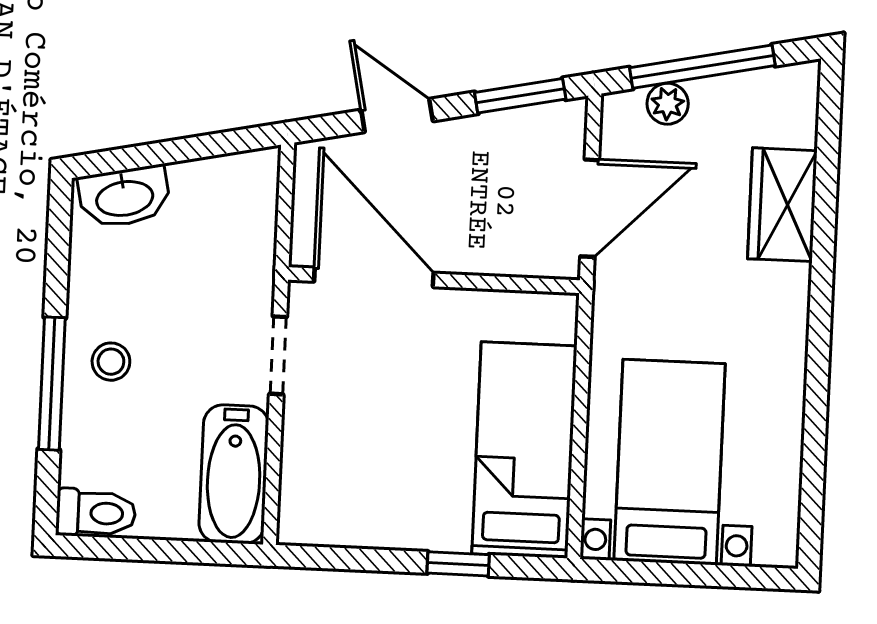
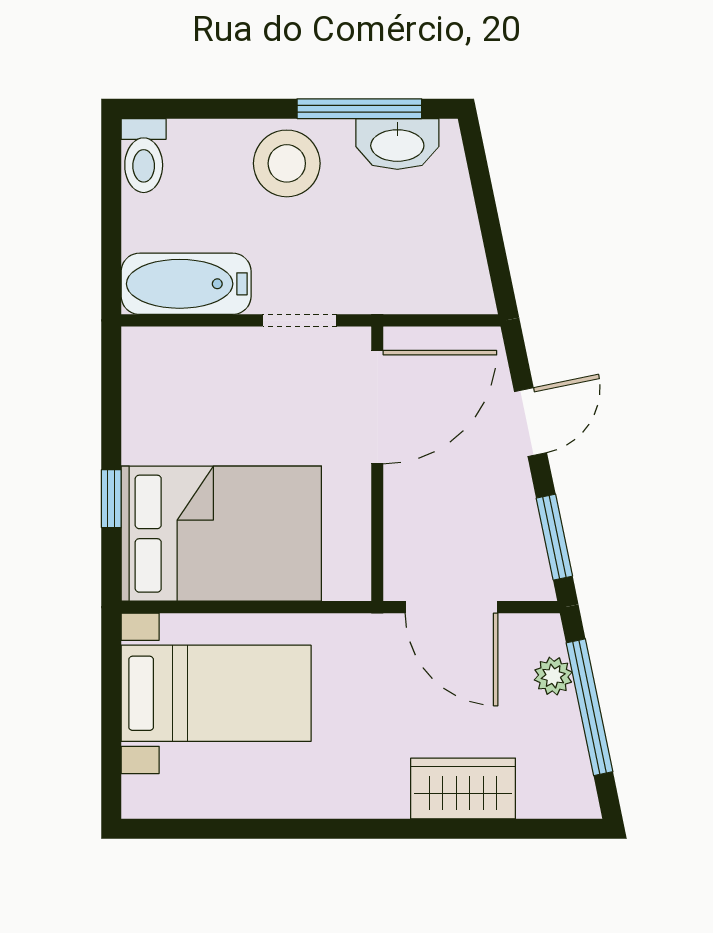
washbasin: (124, 197) -> (397, 144), moved, turned -78
stool: (111, 362) -> (287, 163), width x1.89, depth x1.89
window: (52, 384) -> (359, 109), moved
bed: (524, 450) -> (221, 534), width x1.50

